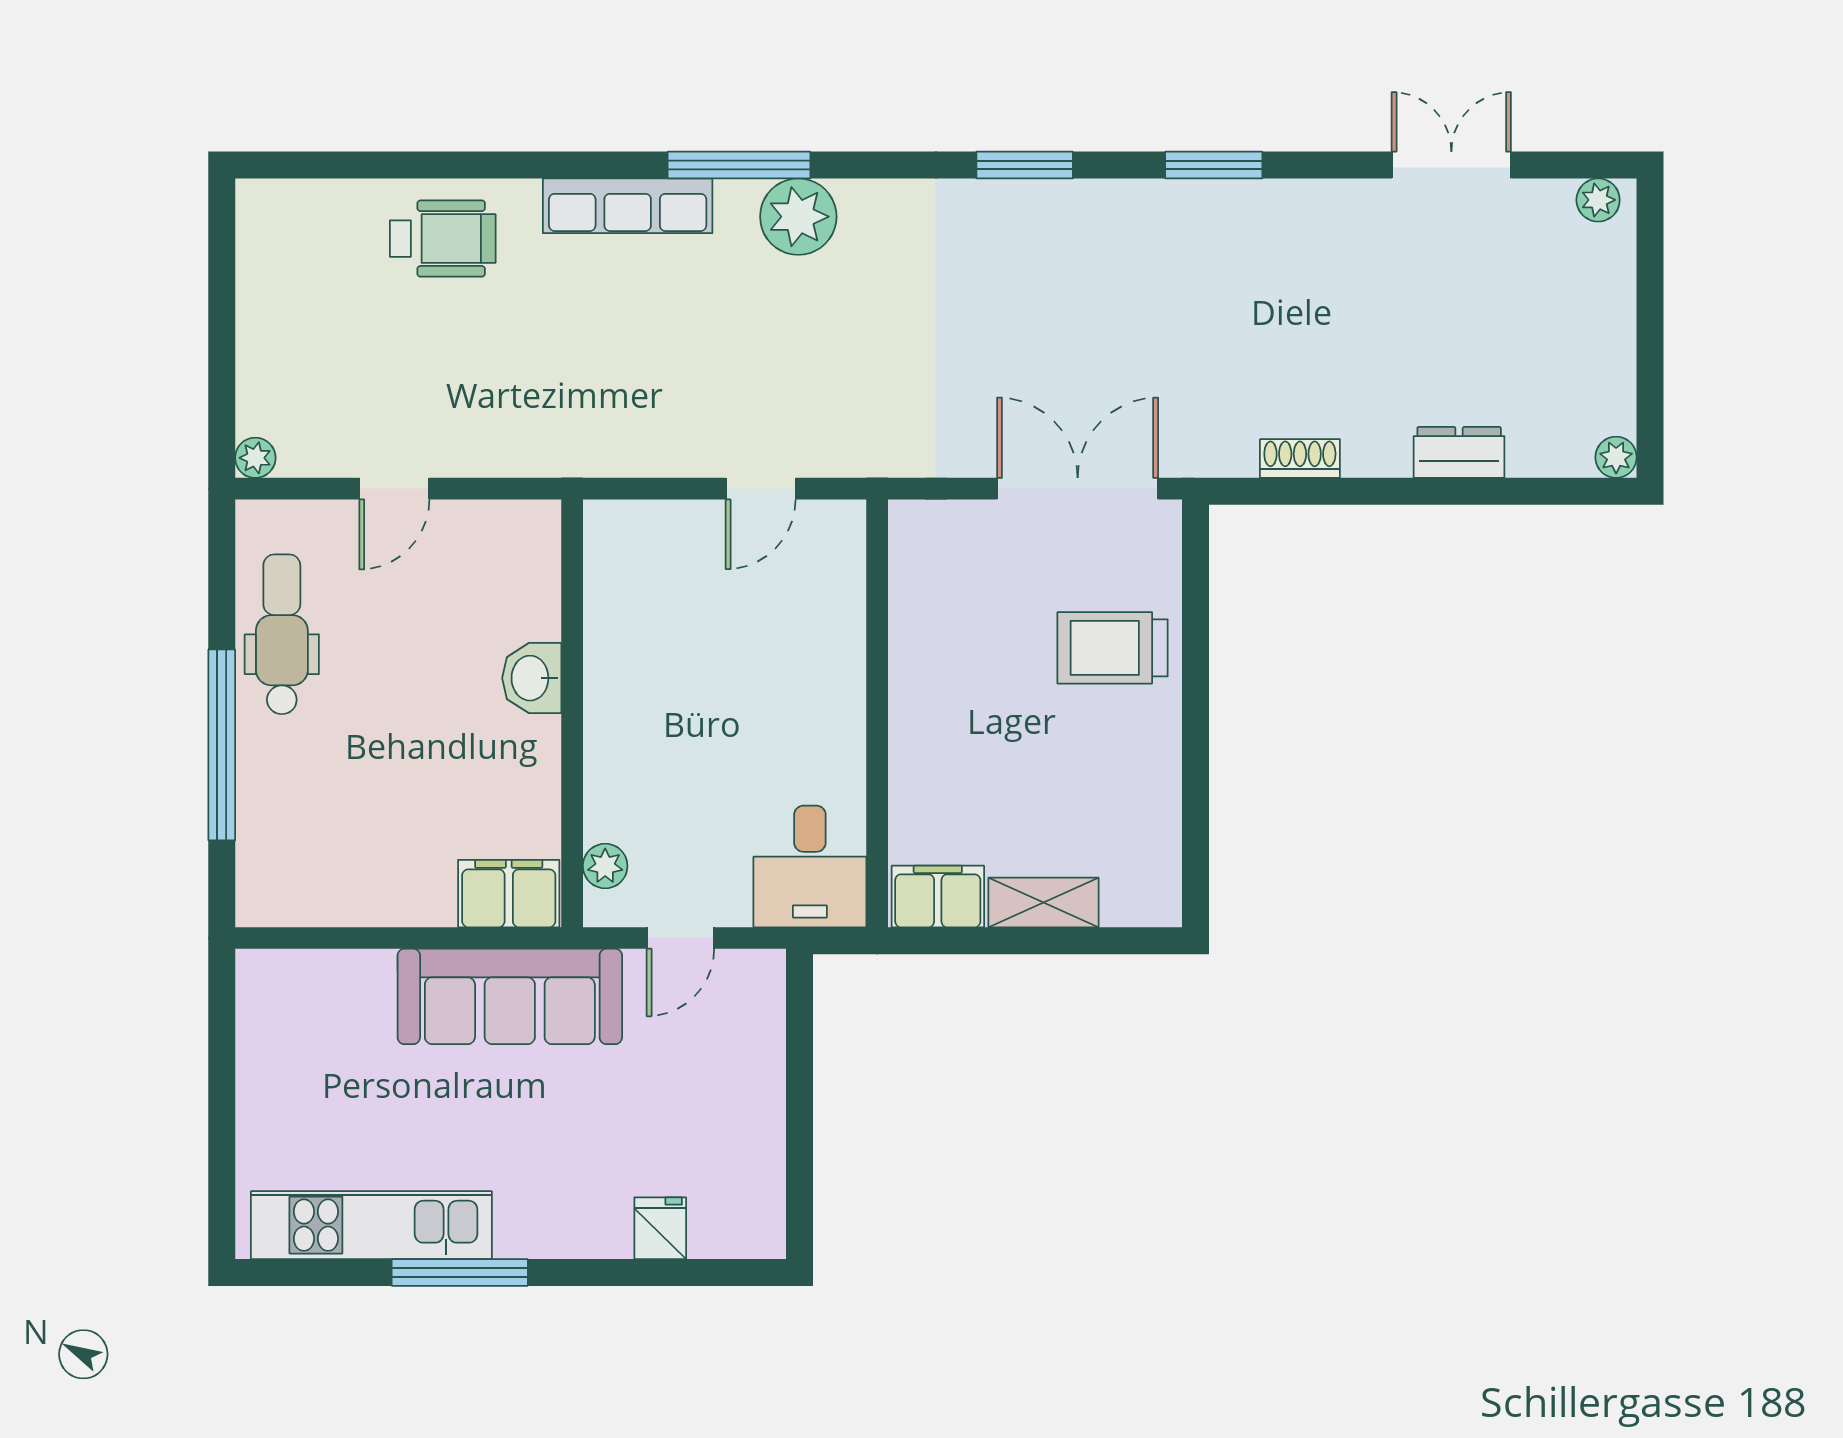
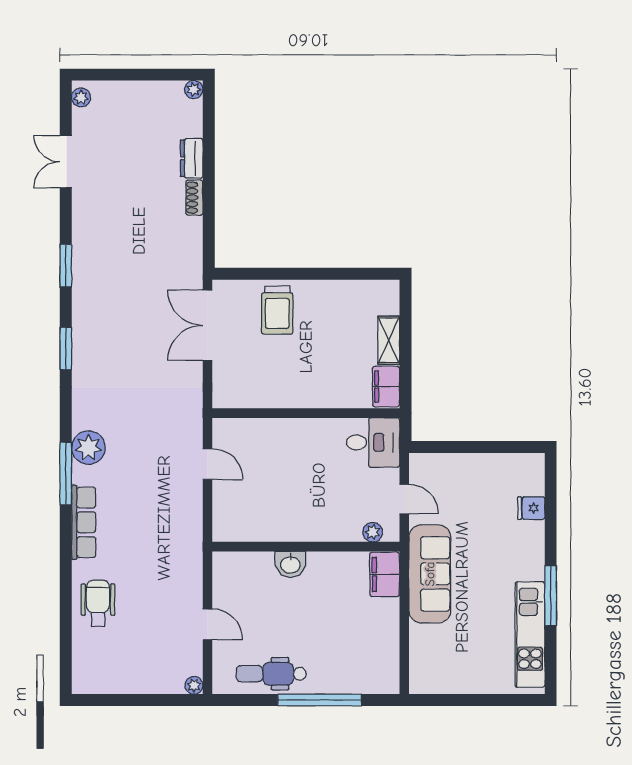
shoe rack: (1300, 459) -> (194, 198), moved

